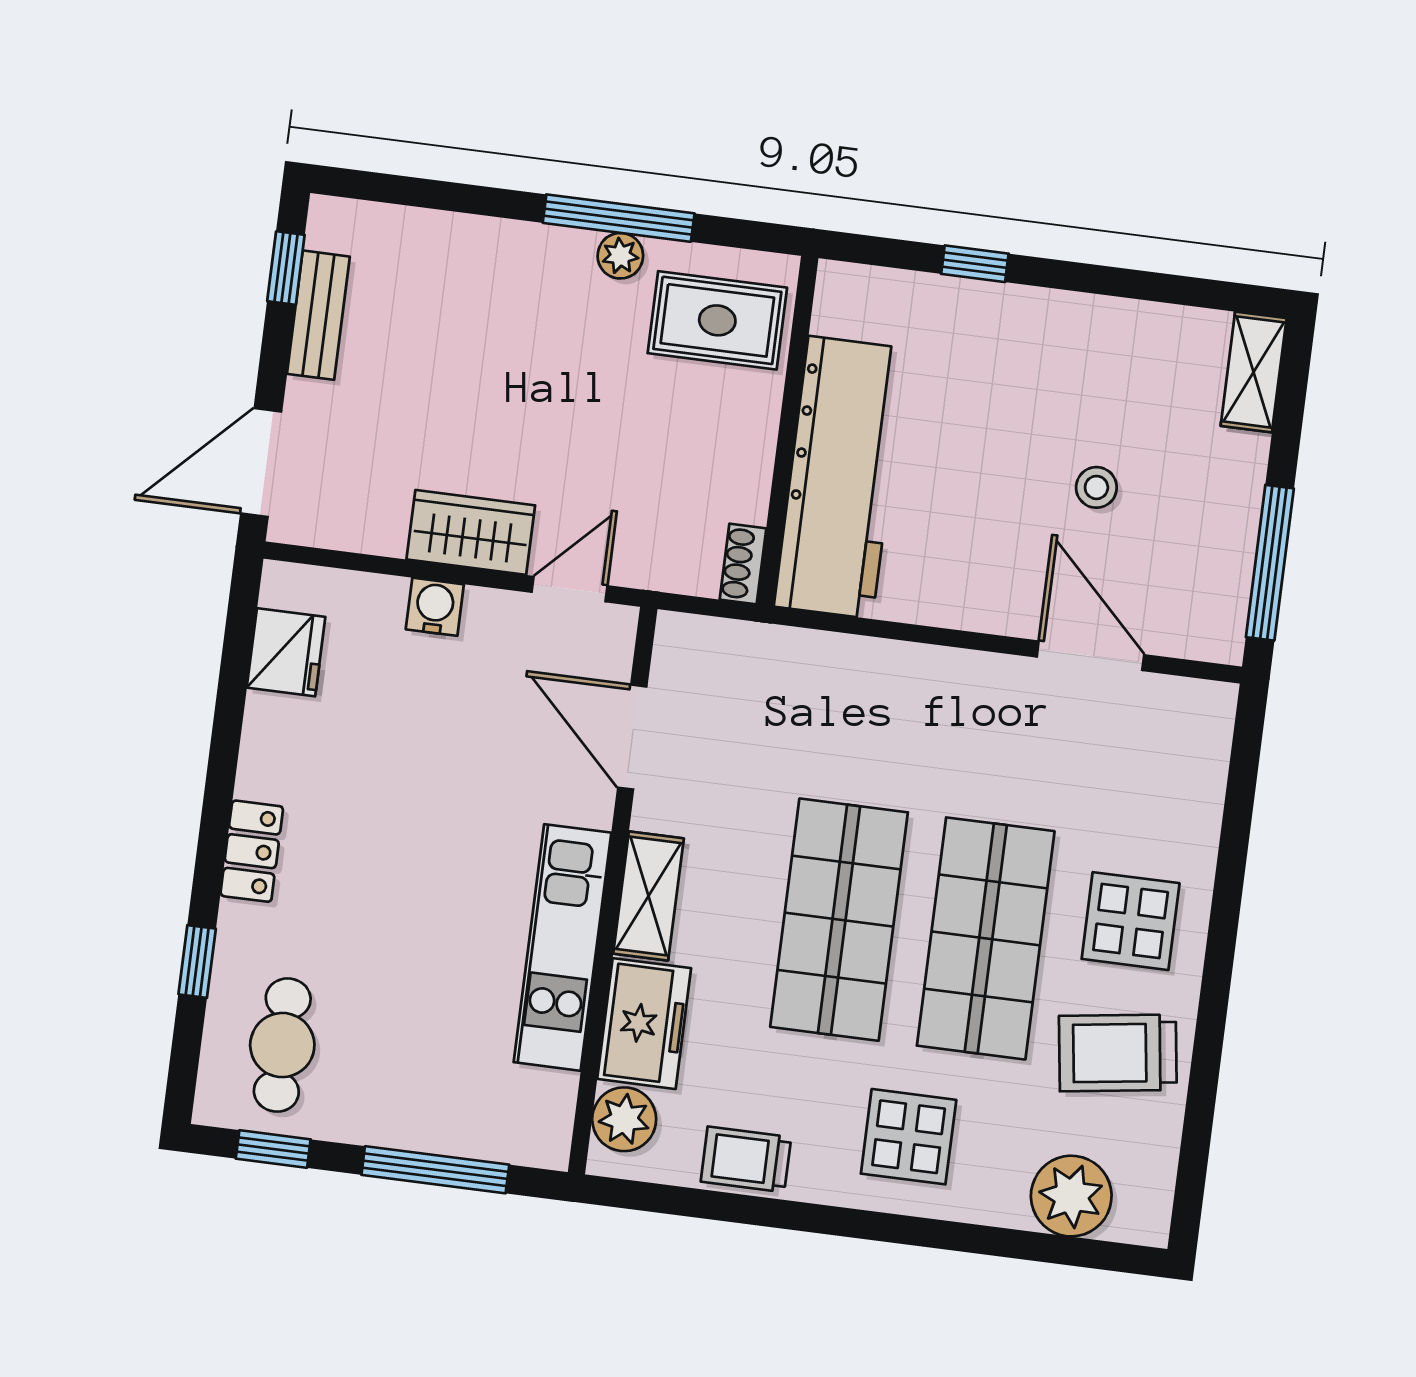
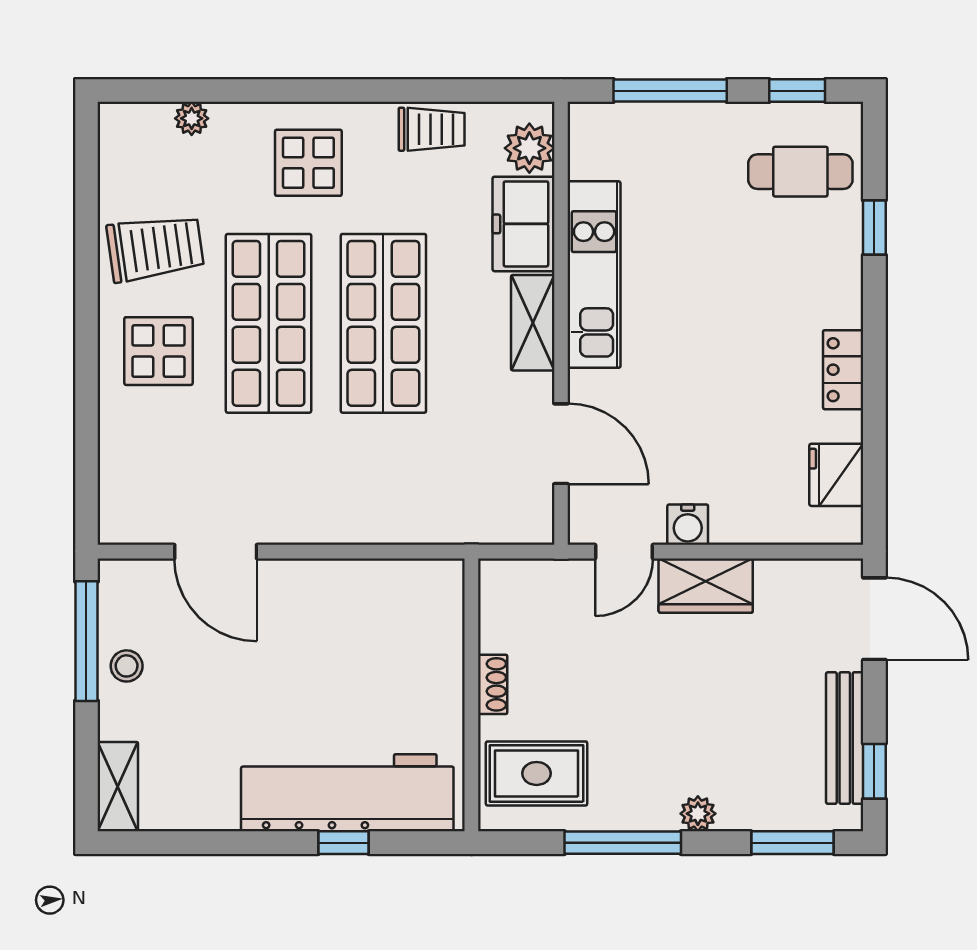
window: (402, 190) -> (792, 843), added
plant: (620, 256) -> (698, 814), moved
bench: (318, 315) -> (845, 738), width x1.36
door: (261, 462) -> (874, 619), hinge flipped
workbench: (840, 477) -> (347, 793), moved, turned 90
stool: (1096, 487) -> (127, 666), moved
shoe rack: (743, 564) -> (493, 684), moved
water cooler: (435, 607) -> (688, 525), moved
locker: (252, 851) -> (843, 370), moved
cafe table: (282, 1045) -> (800, 172), turned 90
plant: (1071, 1196) -> (192, 118), width x0.53, depth x0.53

